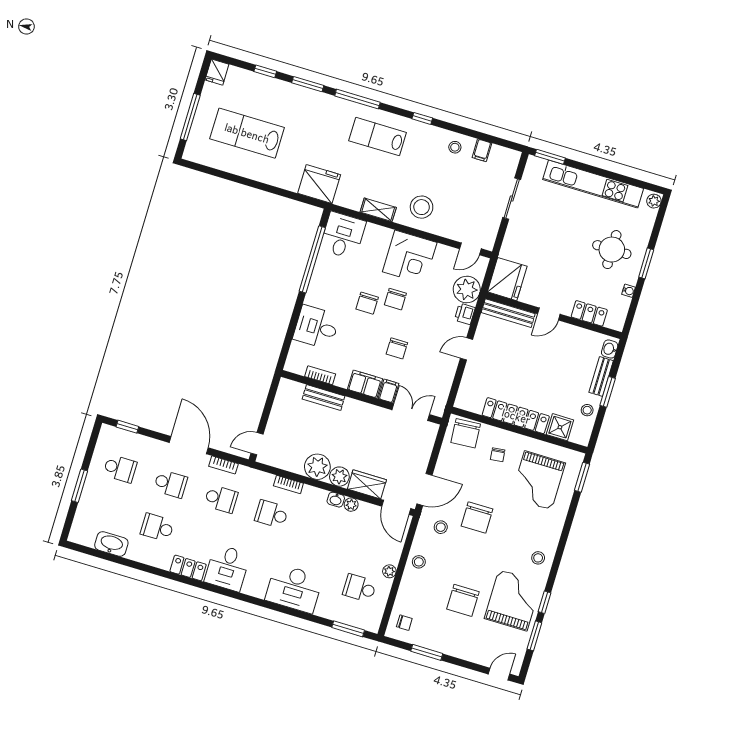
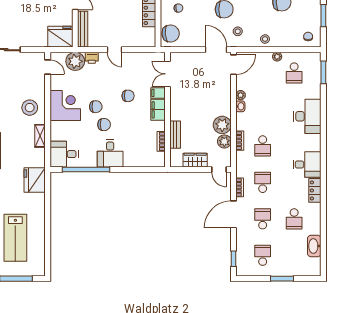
desk: (316, 327) -> (110, 153), moved
plant: (339, 477) -> (224, 141), moved
wardrobe: (367, 484) -> (195, 160), moved, turned 90

